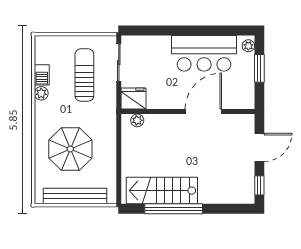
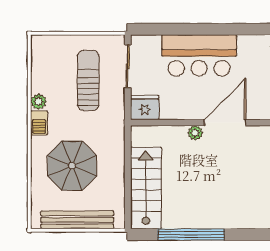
bar counter: (204, 53) -> (199, 55), moved
barbecue: (42, 75) -> (39, 123), moved
plant: (137, 120) -> (195, 133), moved
stairs: (162, 191) -> (146, 188), moved, turned 90

